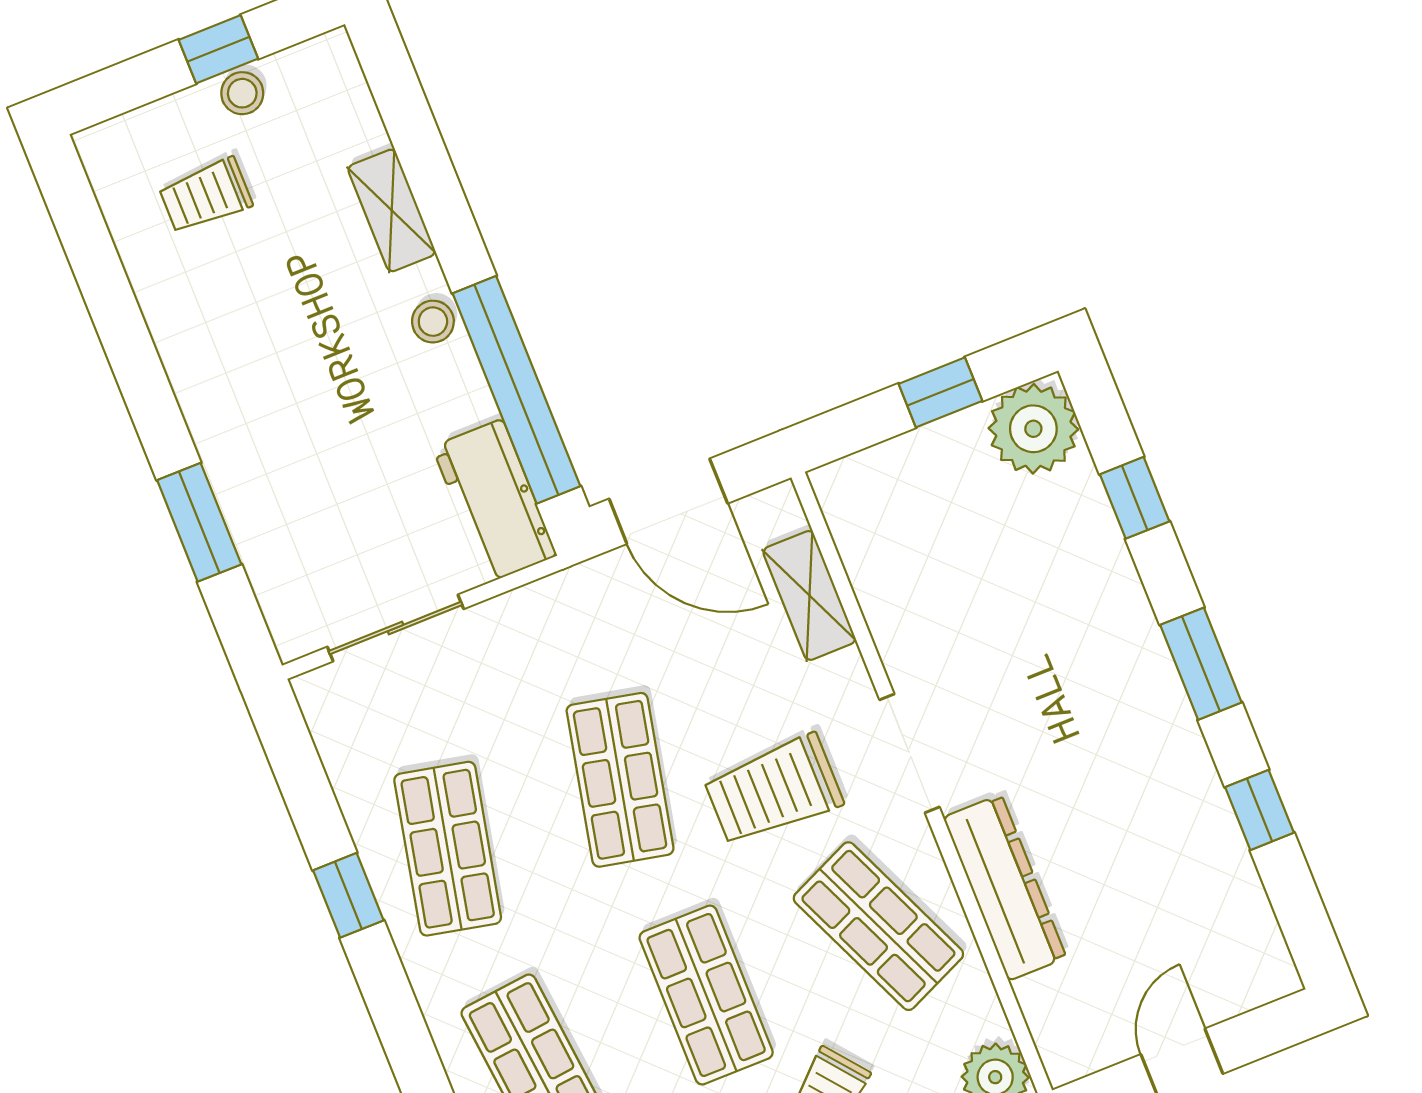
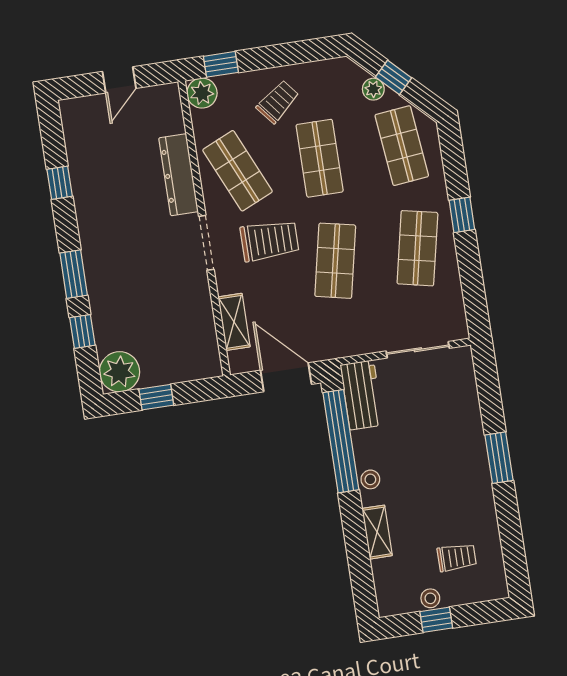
window: (199, 522) -> (499, 458), moved
window: (1201, 664) -> (74, 274), moved
window: (348, 895) -> (462, 215), moved

